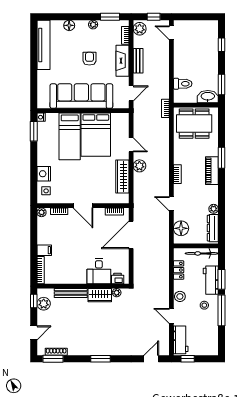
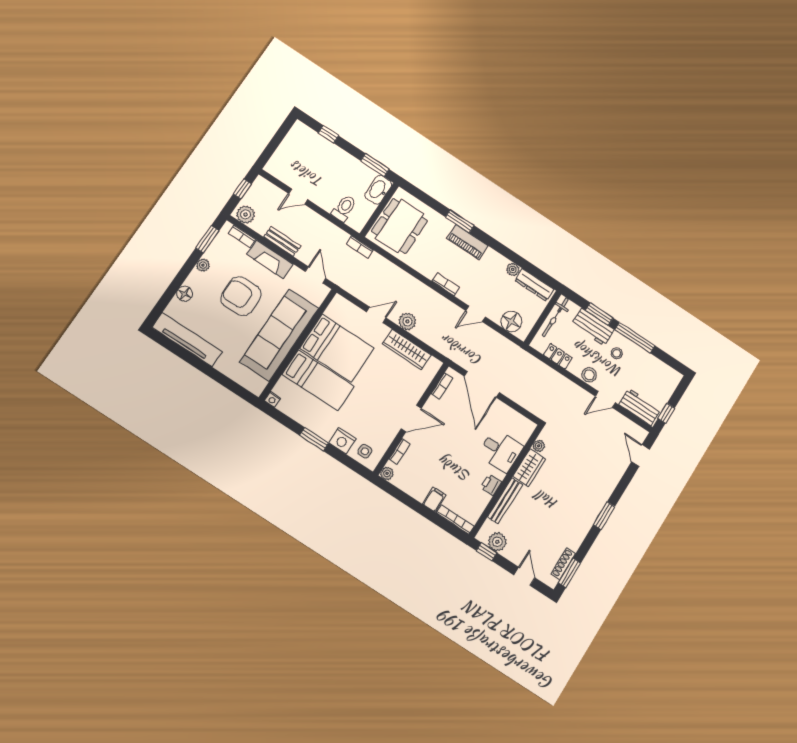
door: (171, 33) -> (298, 197), moved
armchair: (89, 59) -> (241, 296), width x1.88, depth x1.88
window: (34, 131) -> (314, 439), moved
printer: (118, 278) -> (491, 485), moved

